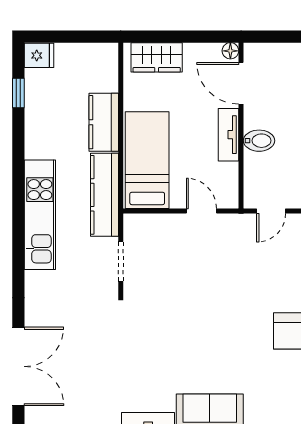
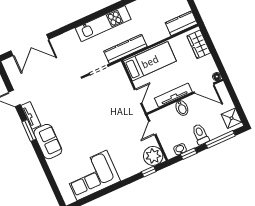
door: (241, 83) -> (204, 88), swing flipped
kitchen counter: (104, 122) -> (181, 23), moved
tv unit: (229, 135) -> (173, 95), width x1.41
door: (271, 211) -> (152, 128), hinge flipped

